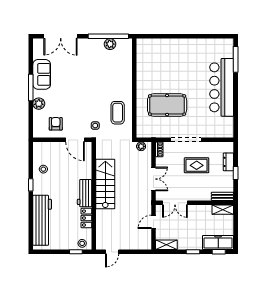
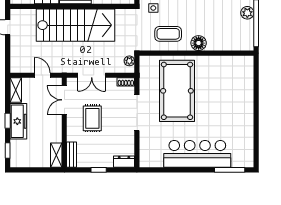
plant: (110, 44) -> (247, 13), moved
floor lamp: (126, 86) -> (199, 43), added
pool table: (167, 105) -> (177, 91), width x1.36, depth x1.32
dresser: (228, 162) -> (124, 162), moved
rug: (197, 165) -> (92, 118), moved
stairs: (105, 184) -> (75, 25), width x1.36, depth x1.51
freezer: (218, 242) -> (18, 121), moved

